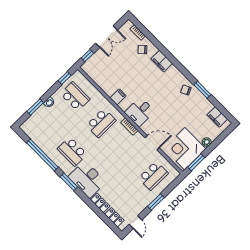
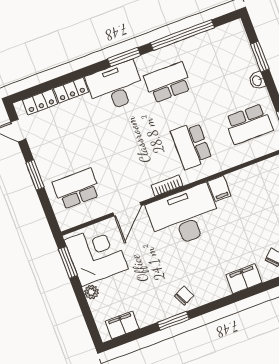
desk: (140, 112) -> (184, 216), width x1.87, depth x1.30
school desk: (153, 176) -> (77, 189), turned 90

